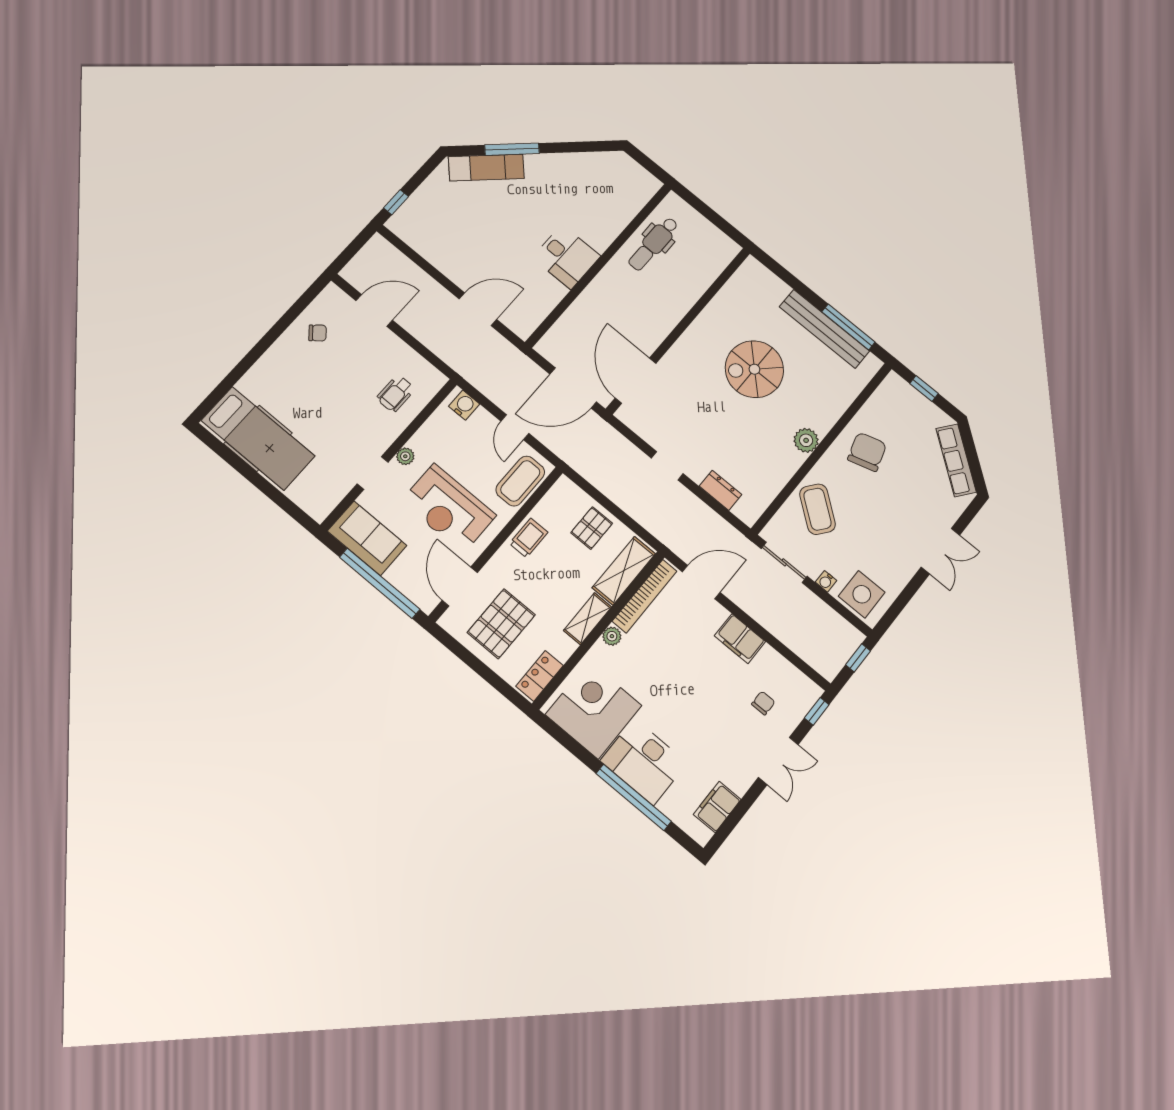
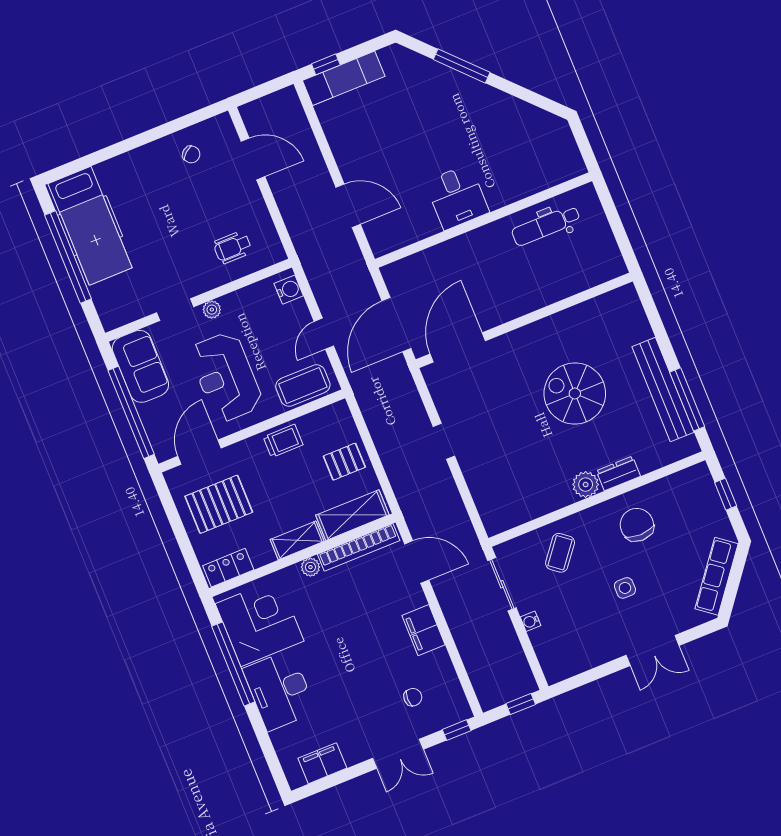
exam couch: (486, 168) -> (344, 78), moved, turned -46
door: (573, 388) -> (396, 325), hinge flipped
chair: (867, 452) -> (637, 525), turned -73
window: (252, 475) -> (68, 257), added
dresser: (720, 490) -> (618, 473), moved, turned -90
coffee table: (817, 509) -> (560, 553), width x0.73, depth x0.77
side table: (862, 594) -> (625, 588), moved, width x0.54, depth x0.54
window: (634, 797) -> (233, 664), moved

